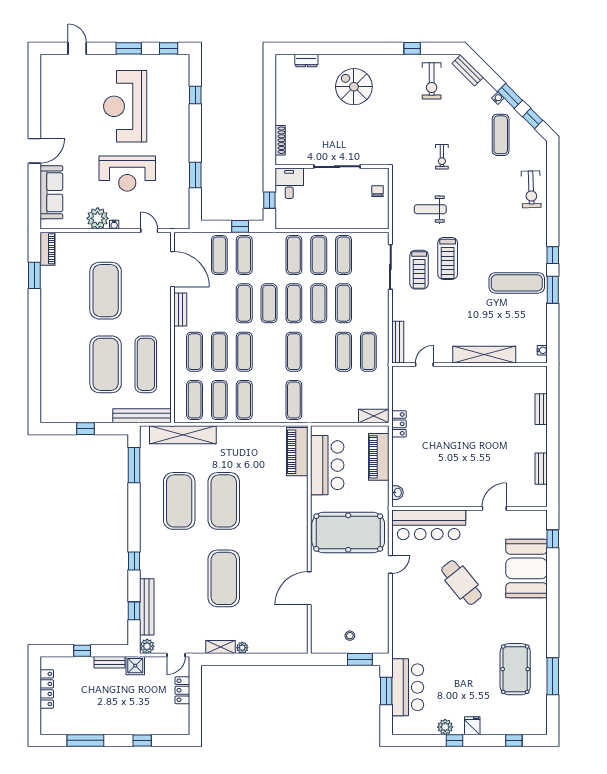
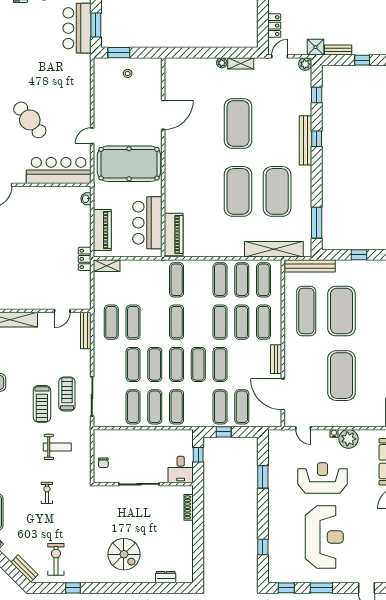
treadmill: (448, 258) -> (42, 404), turned 180
bench: (147, 607) -> (305, 140), moved

